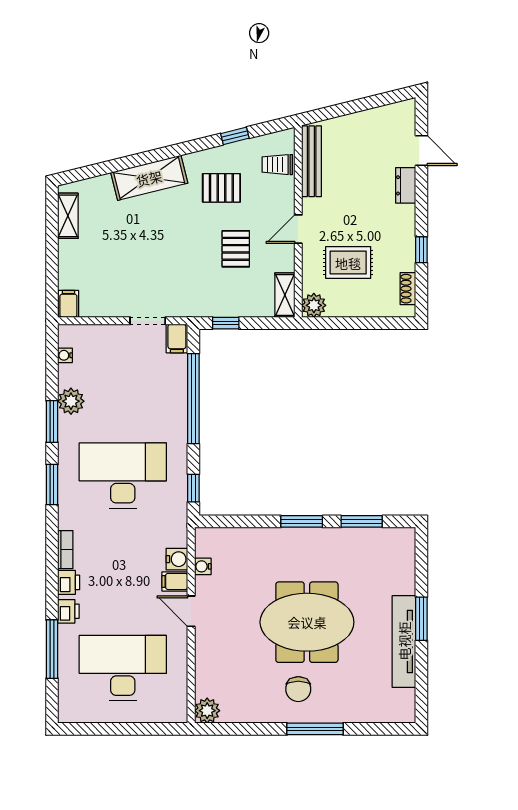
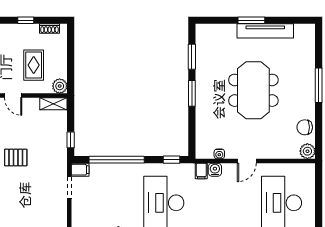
pallet: (236, 249) -> (16, 158), moved
filing cabinet: (175, 581) -> (201, 171), moved
chair: (298, 689) -> (305, 127), moved, turned 180

